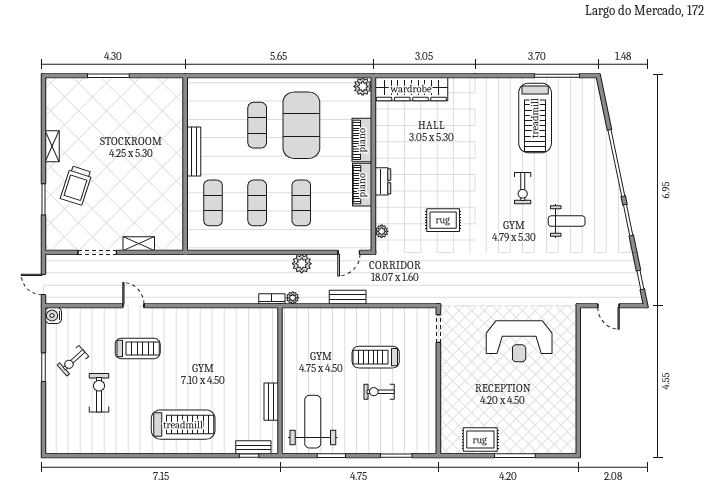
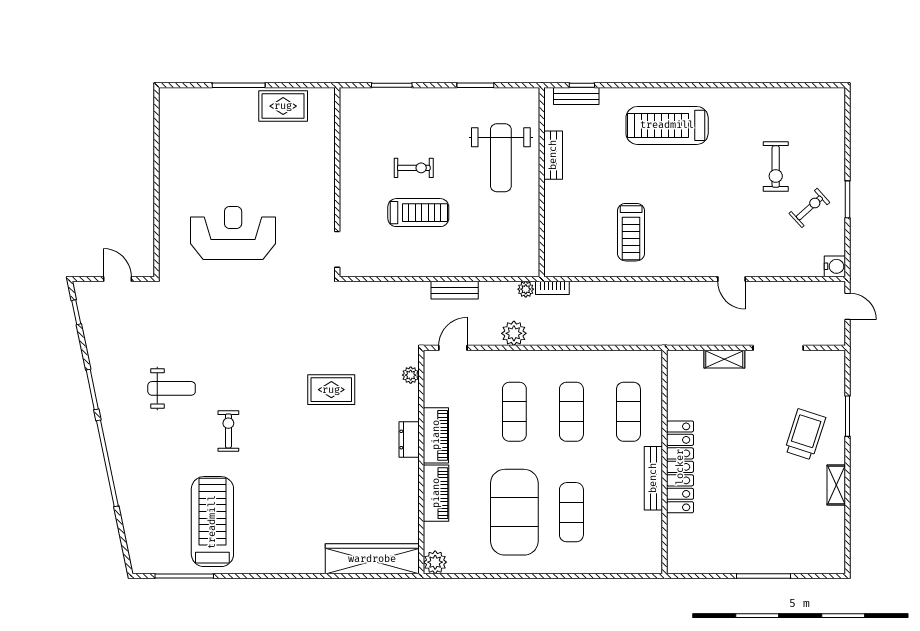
locker: (173, 160) -> (680, 467), added
weight bench: (567, 221) -> (172, 388), turned 180
treadmill: (138, 348) -> (631, 232), moved, turned -90
weight bench: (313, 422) -> (501, 158), moved

